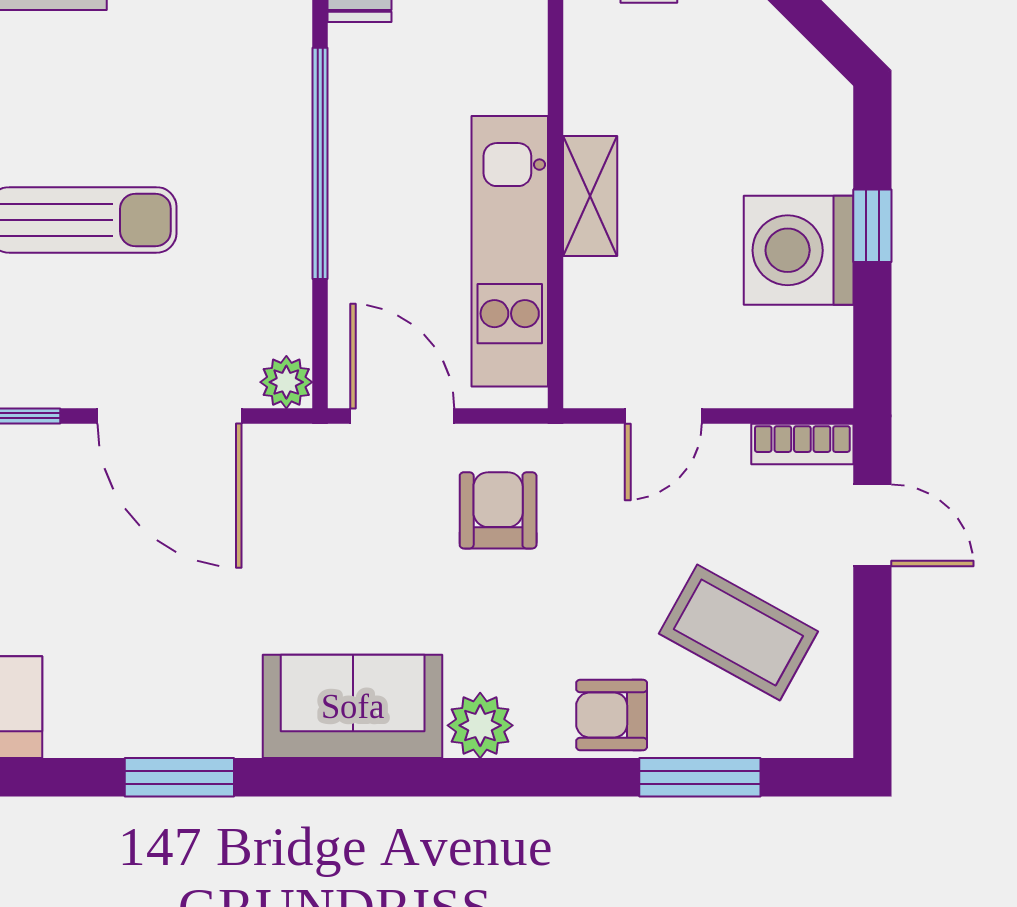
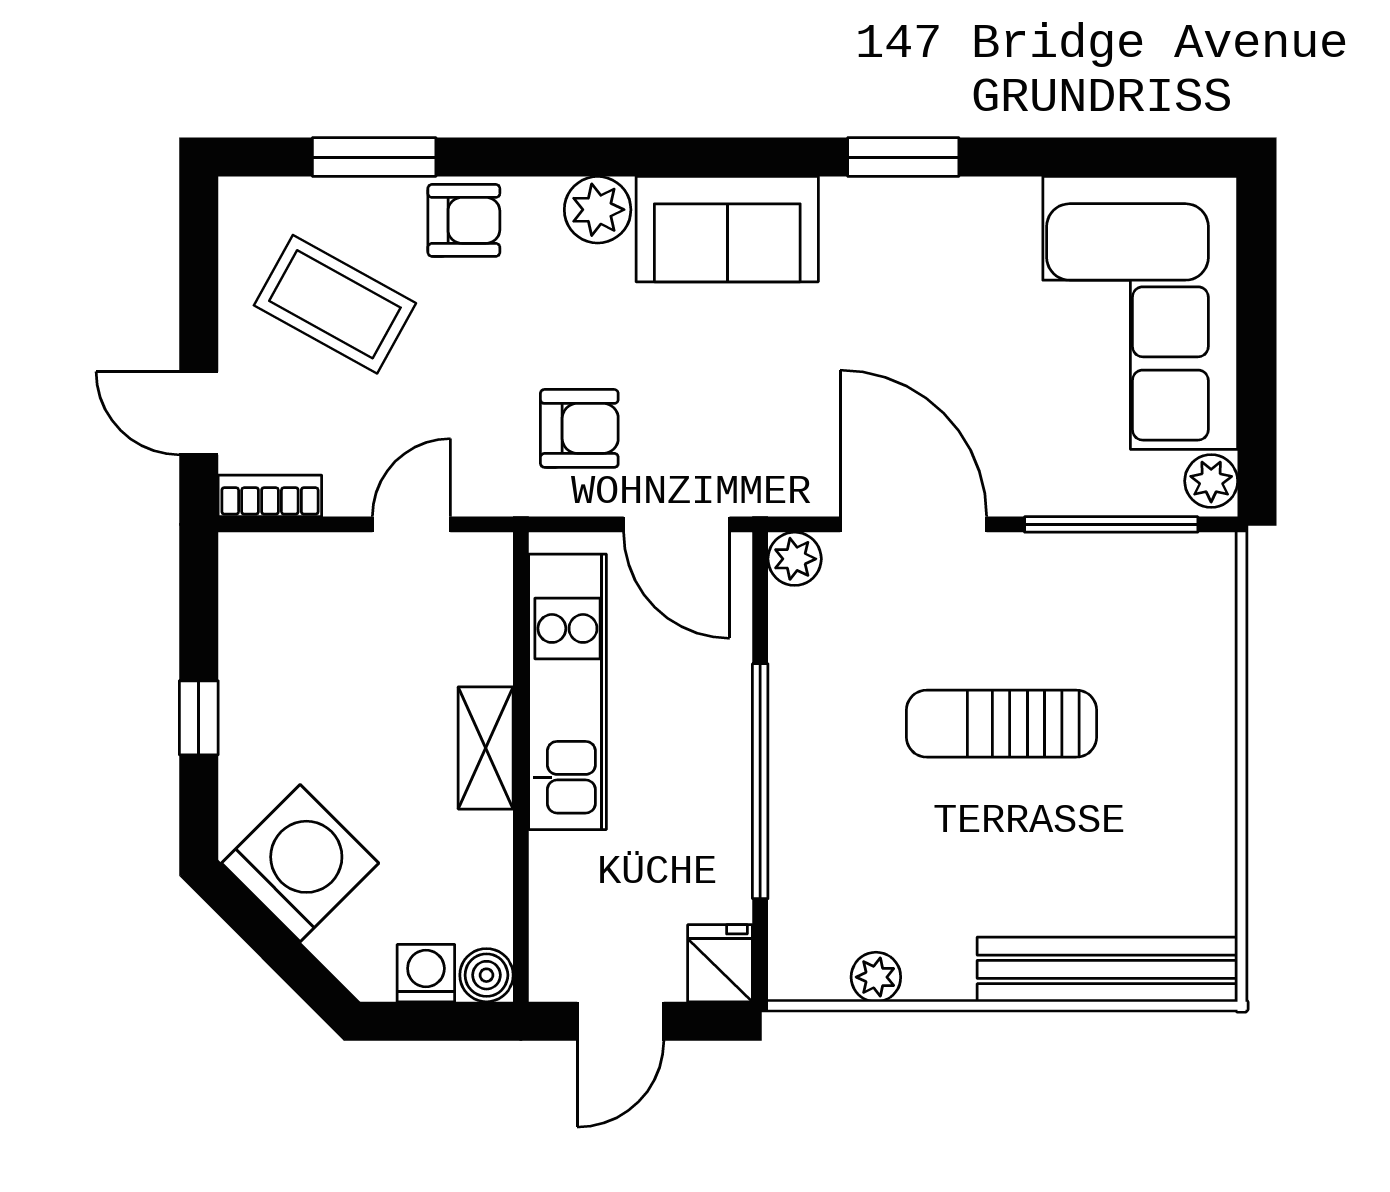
washing machine: (799, 250) -> (300, 863), moved, turned -45
armchair: (498, 510) -> (579, 428), turned -90

